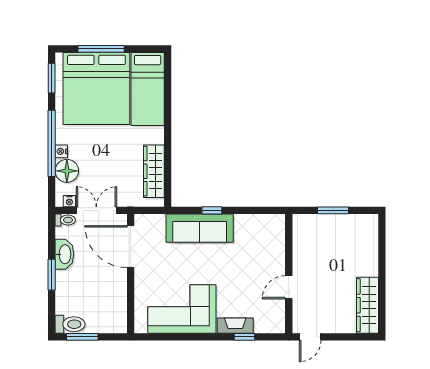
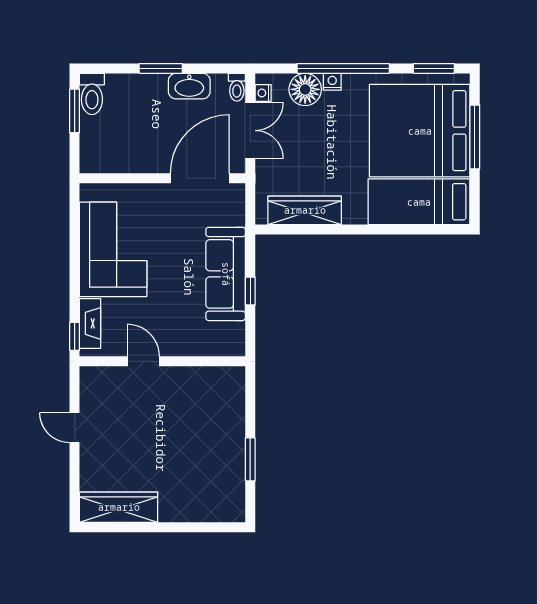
wall: (289, 274) -> (162, 361), moved
door: (289, 287) -> (143, 361), moved

